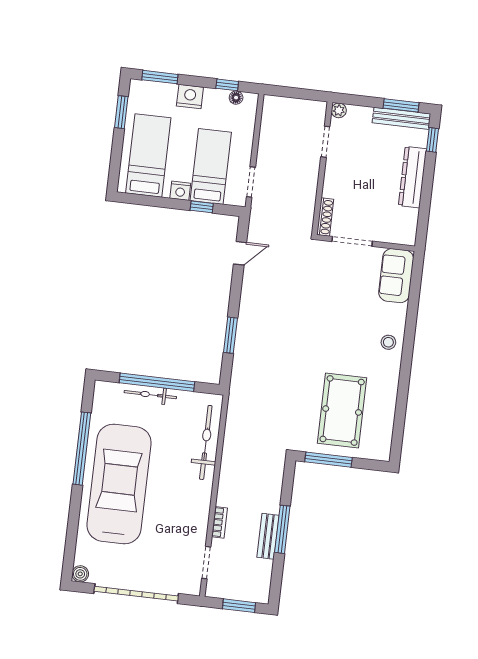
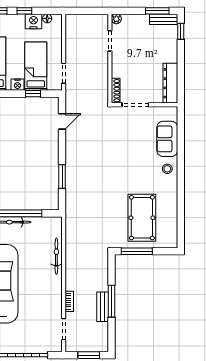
window: (227, 85) -> (24, 11), moved
nightstand: (190, 97) -> (33, 21), moved
bench: (401, 118) -> (164, 19), width x0.73
dresser: (412, 177) -> (170, 83), moved
sofa: (396, 276) -> (167, 139), moved
bicycle: (206, 442) -> (56, 256), width x0.73, depth x0.71

